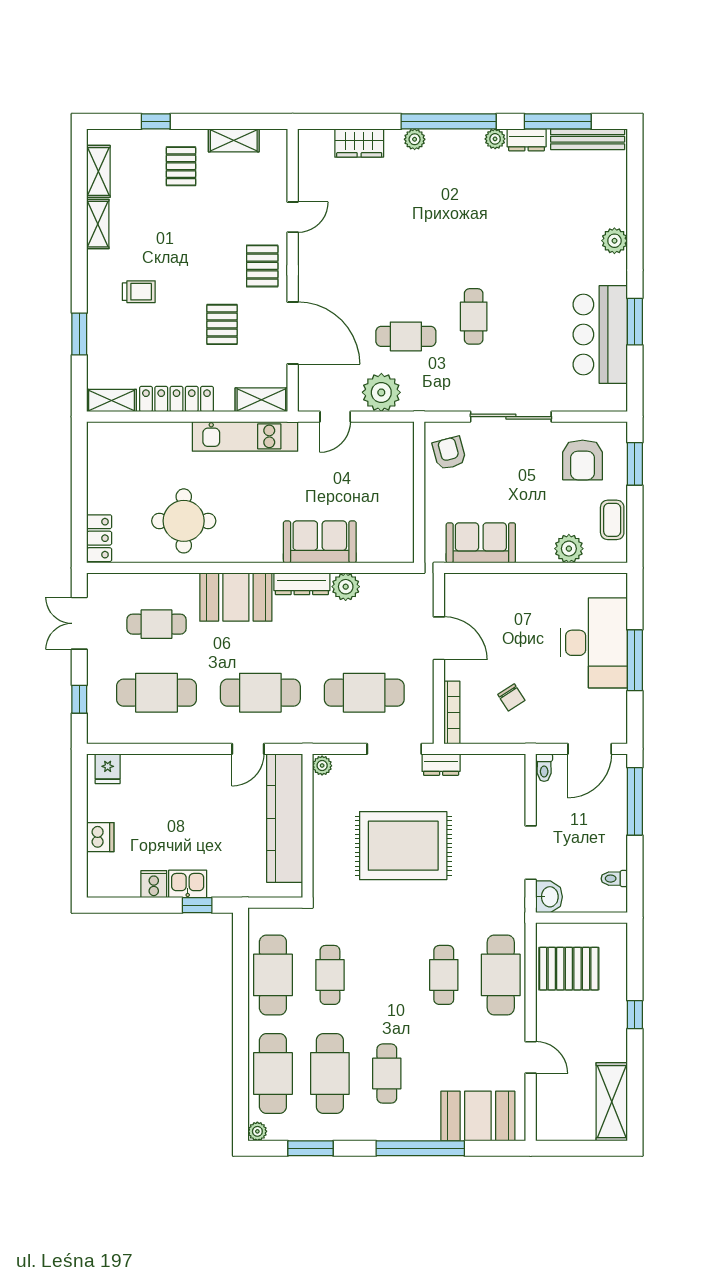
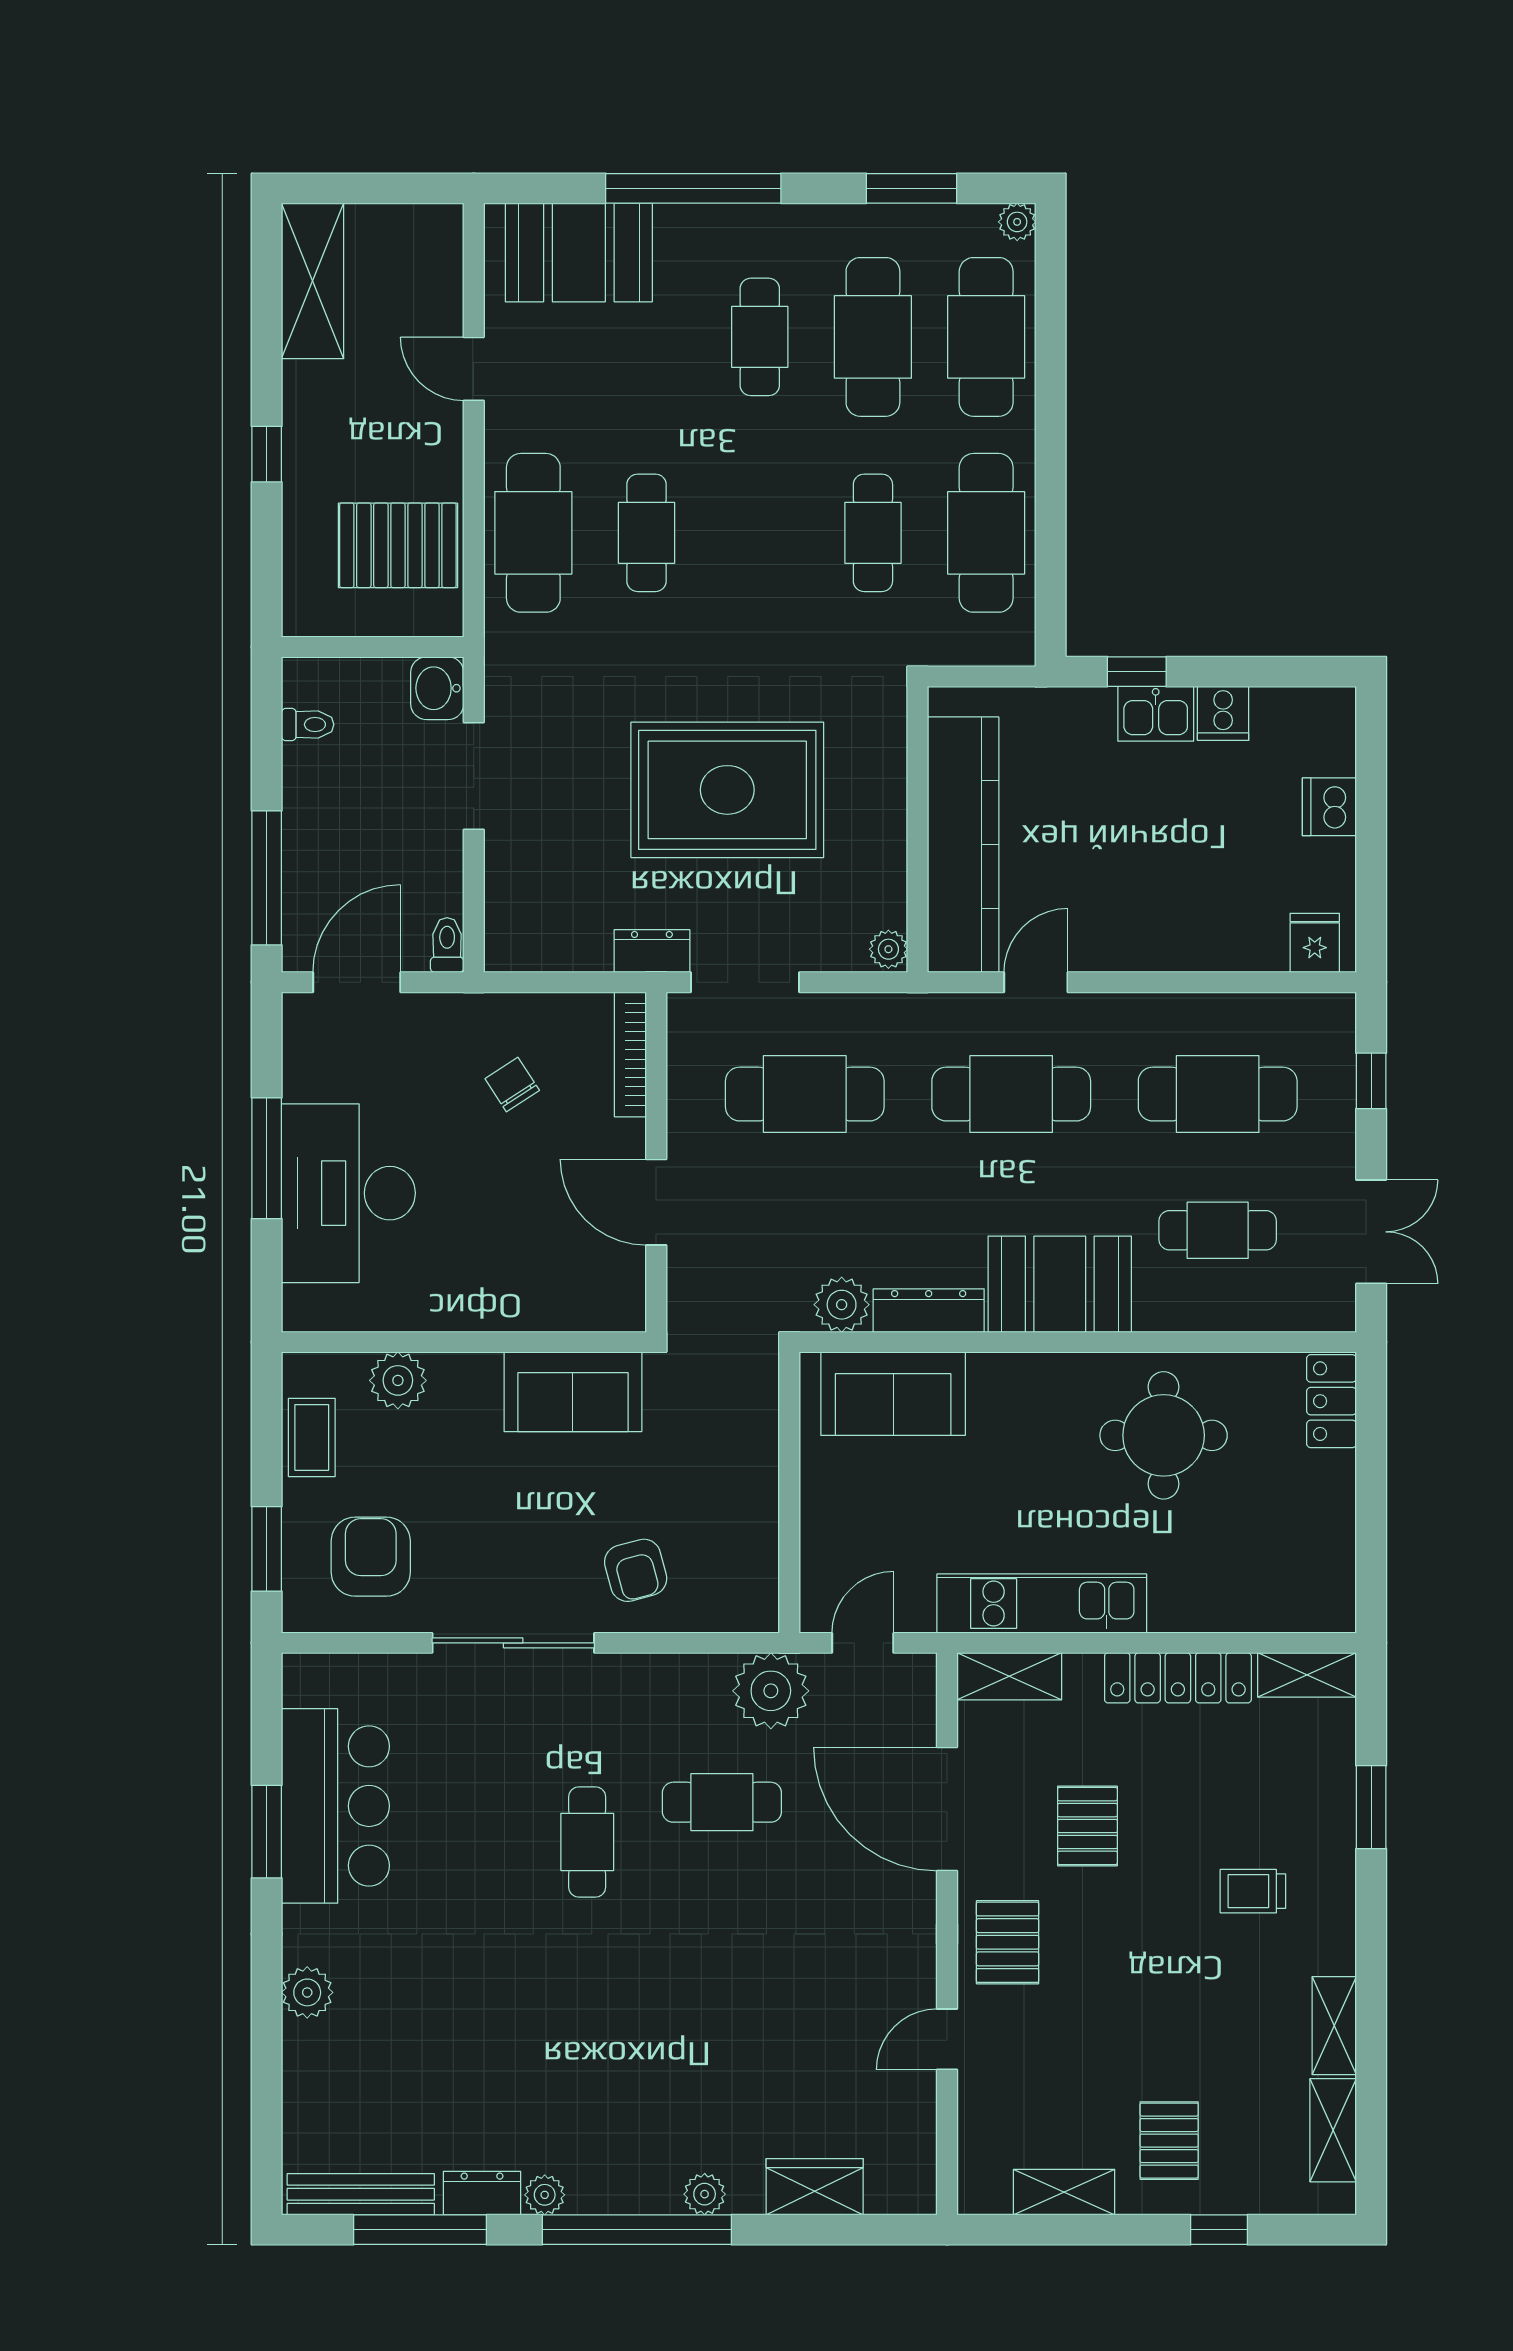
wall: (419, 492) -> (789, 1493), moved

